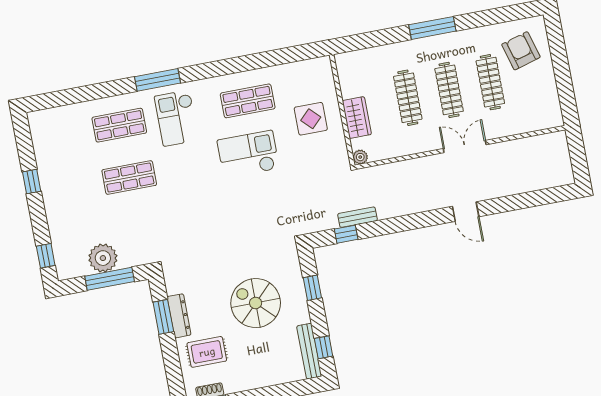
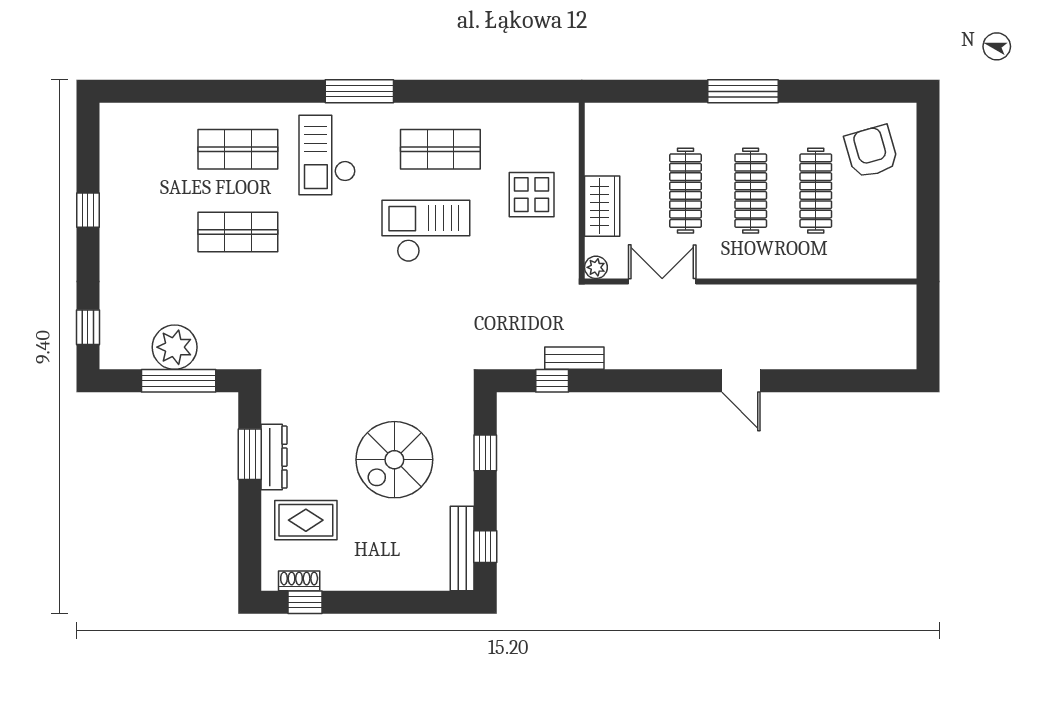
window: (158, 80) -> (359, 91), moved
double door: (465, 147) -> (662, 281), moved
spiral stairs: (256, 303) -> (394, 460), turned -90

